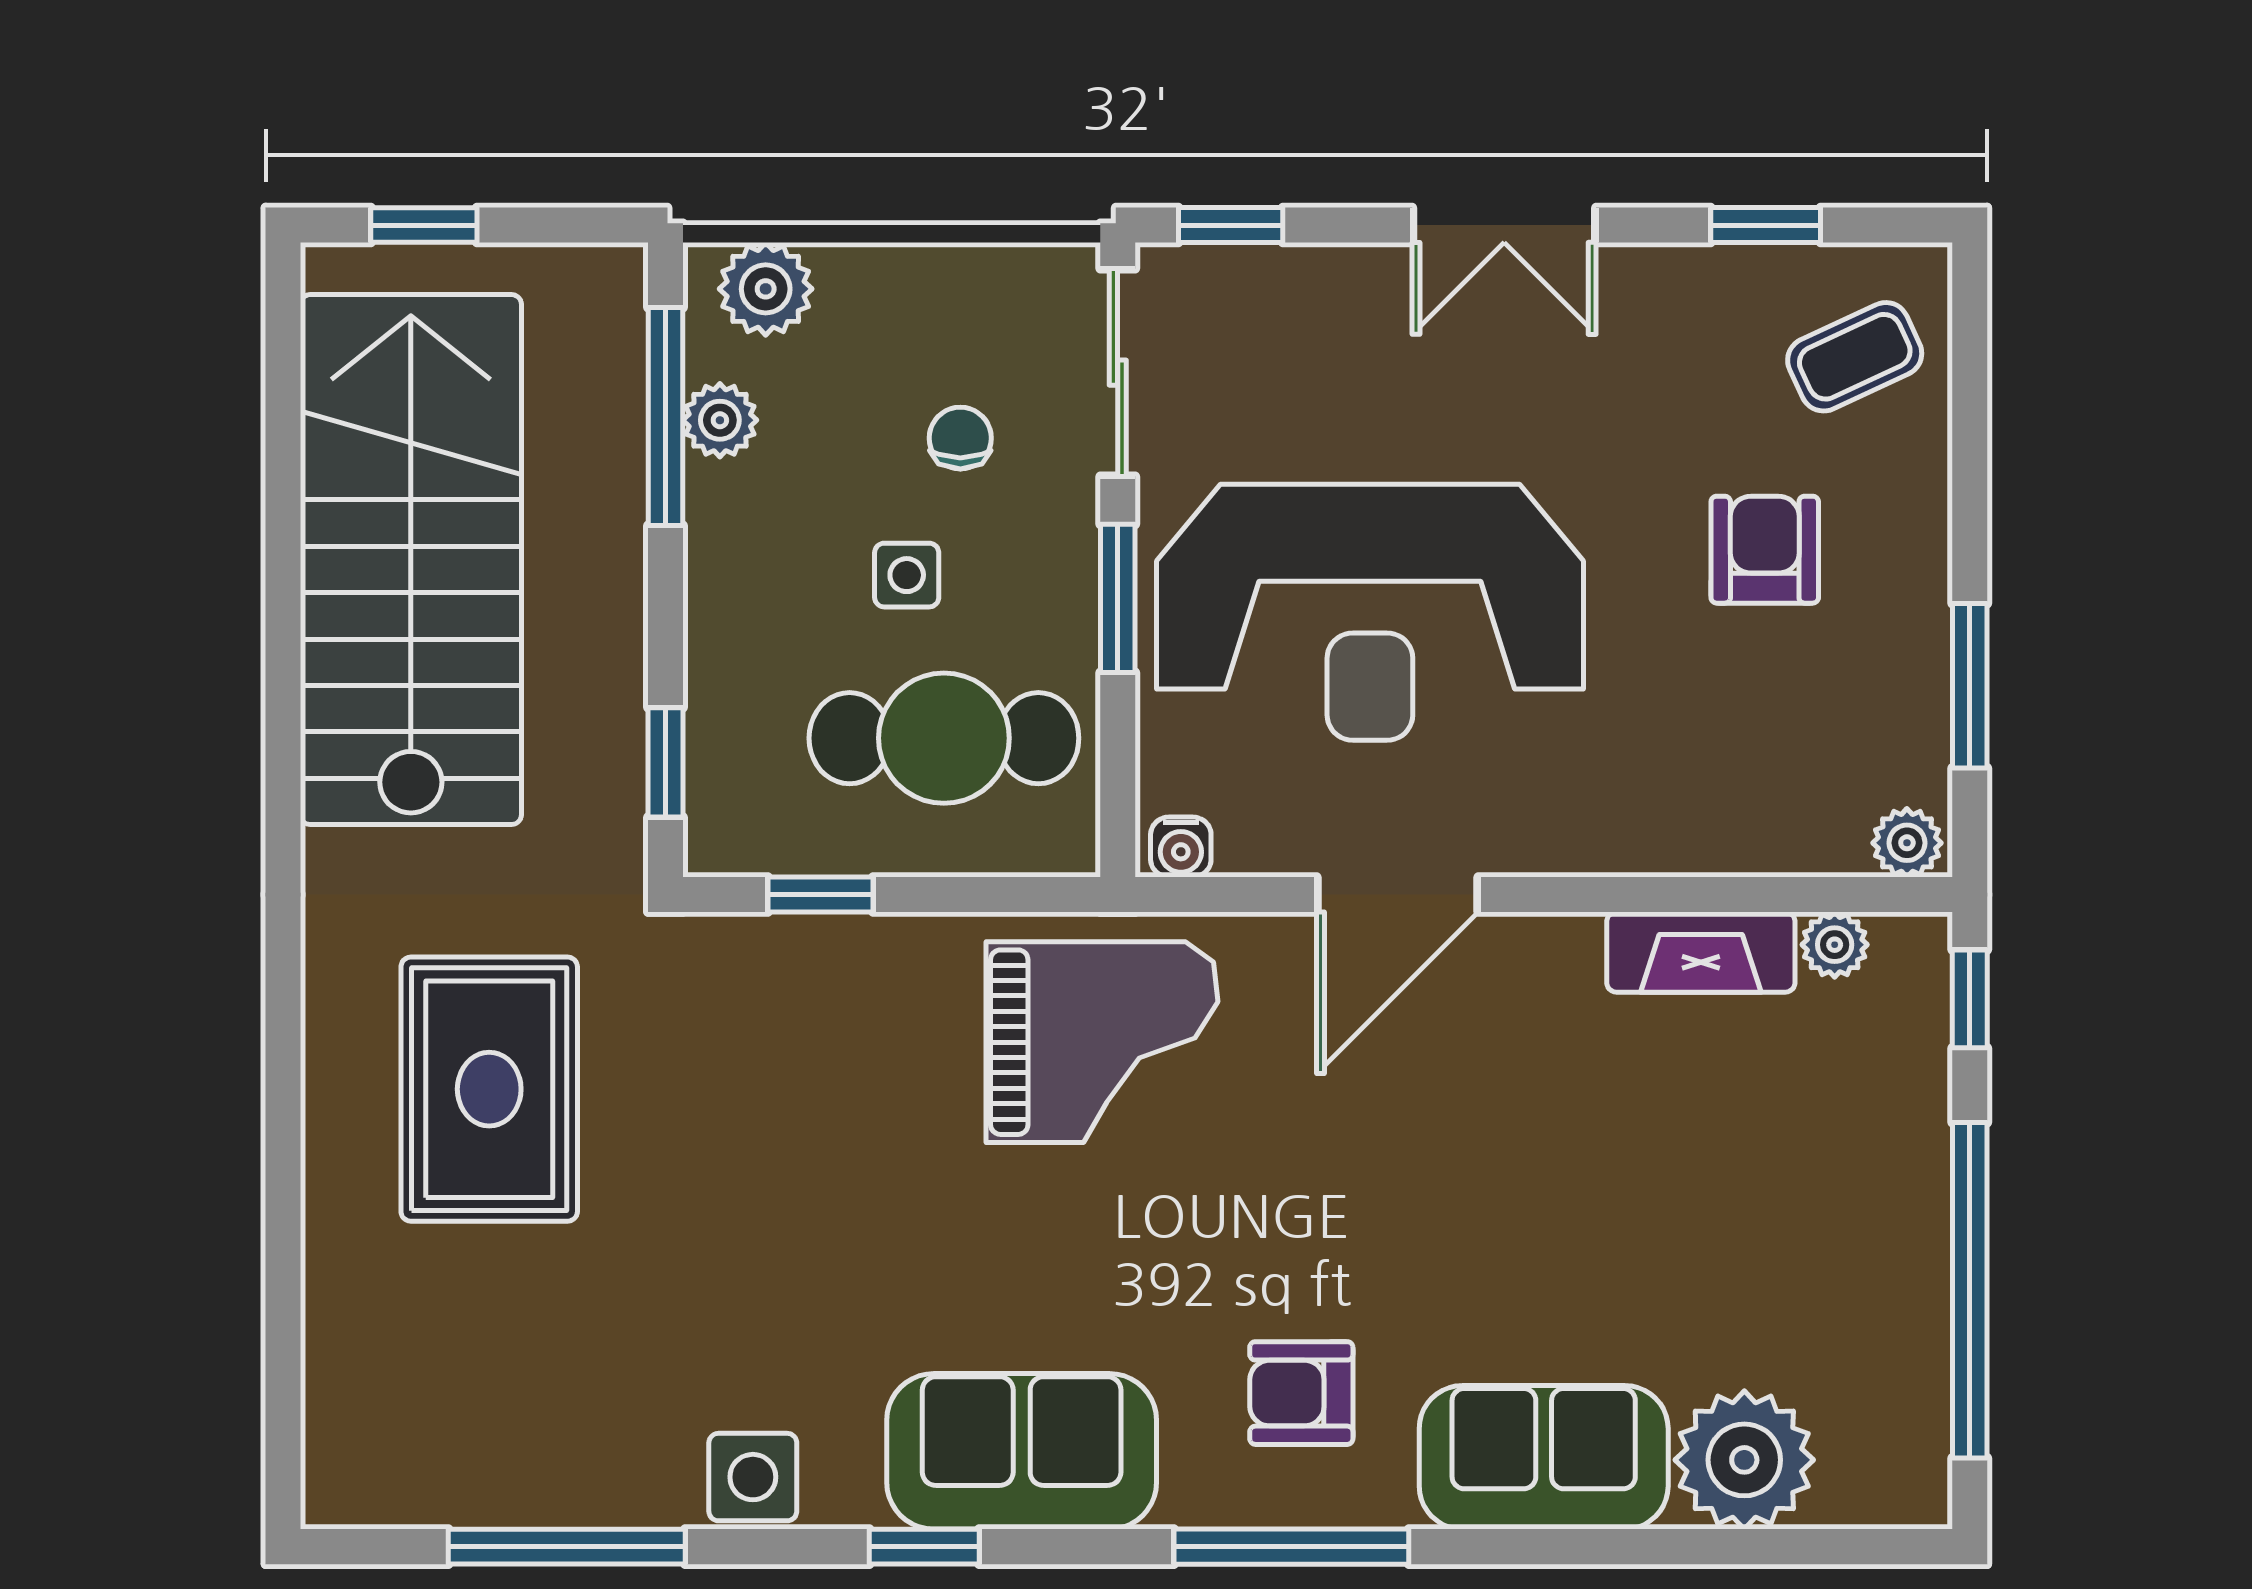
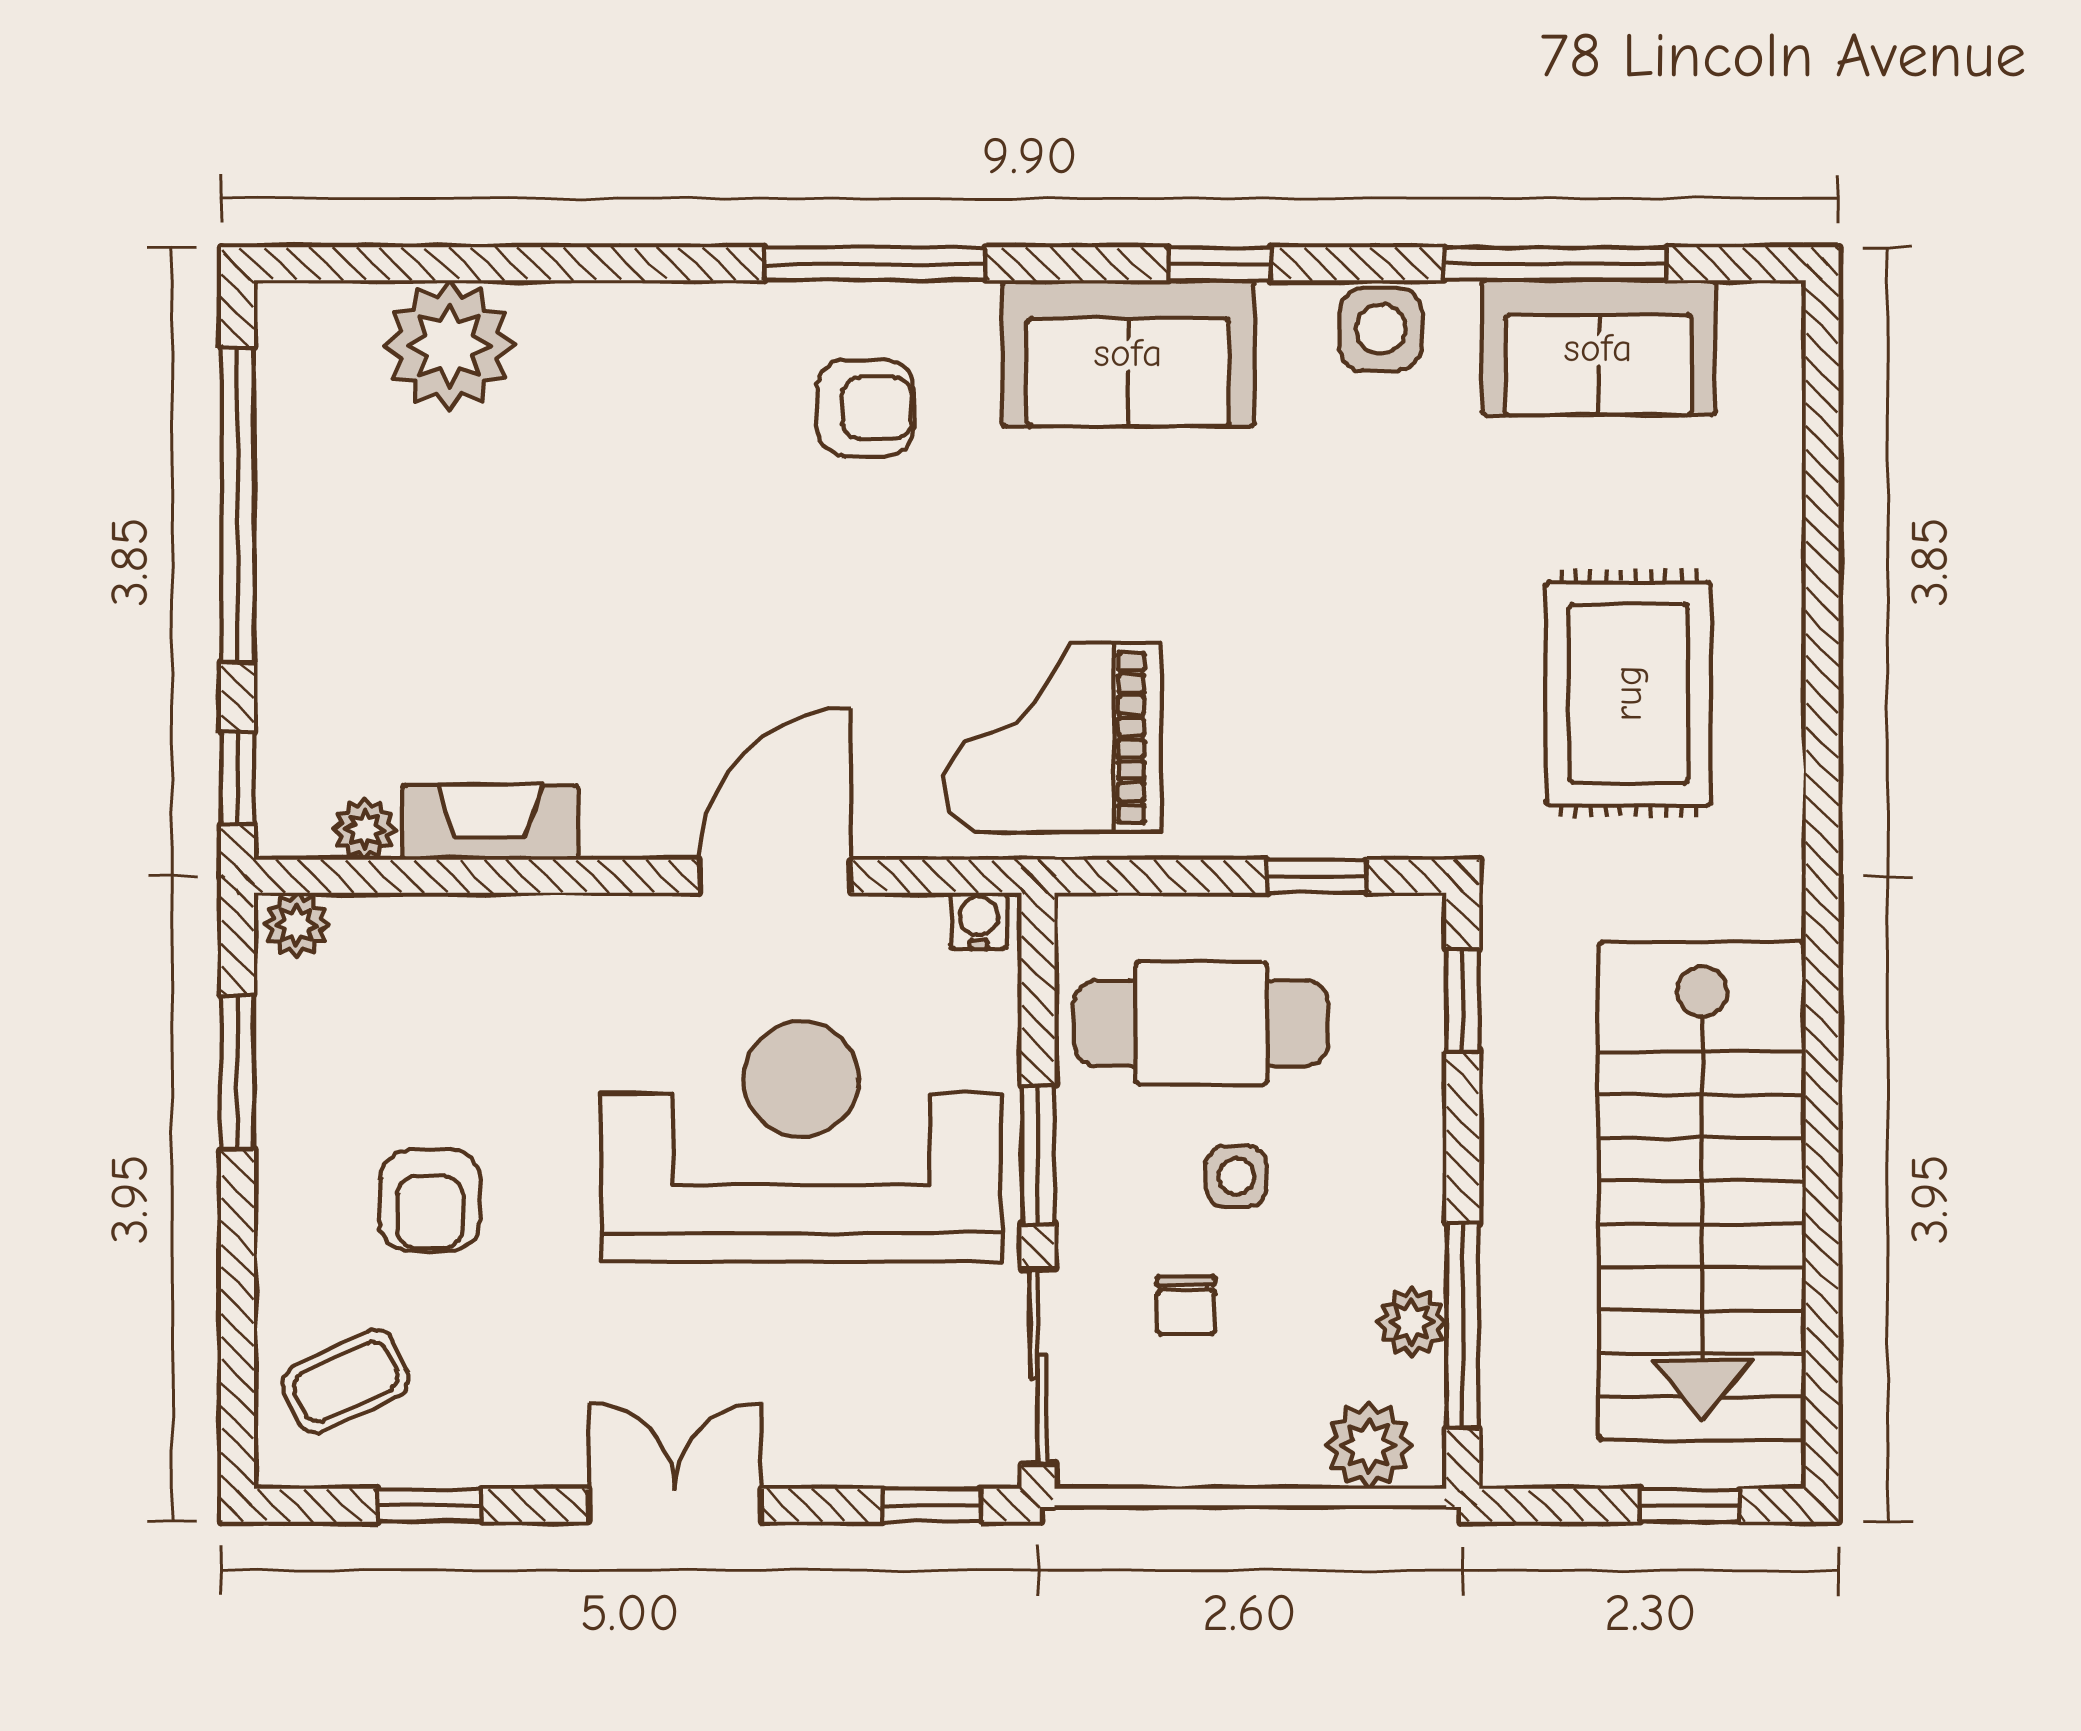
sofa: (1544, 1457) -> (1598, 348), moved

